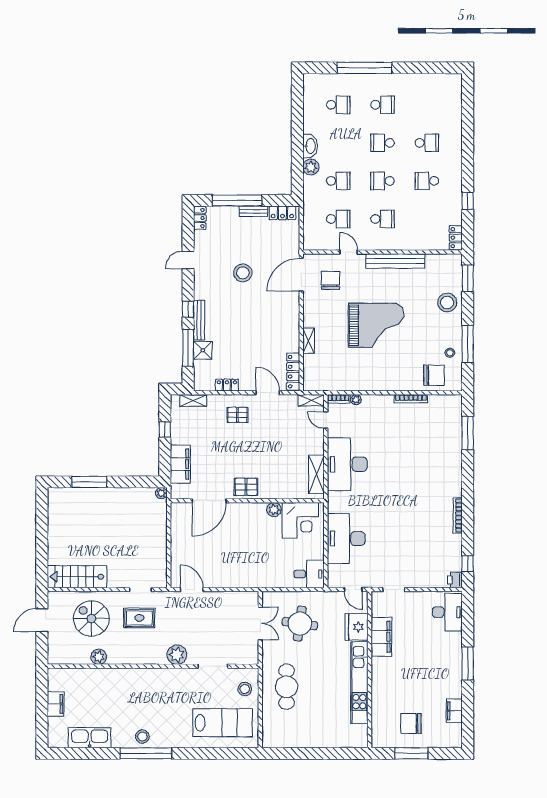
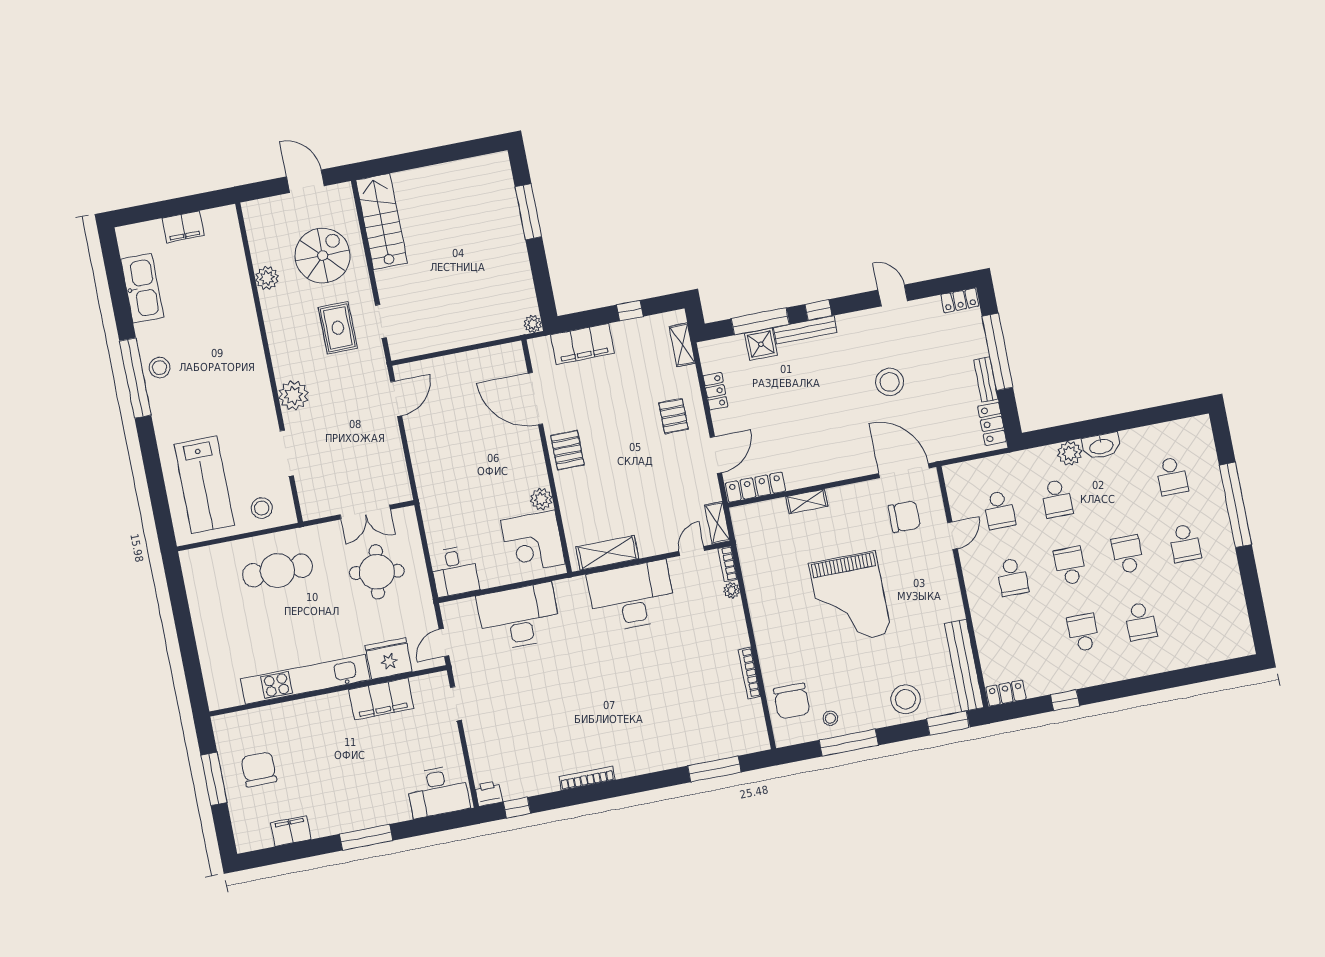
bench: (395, 261) -> (964, 666), moved

